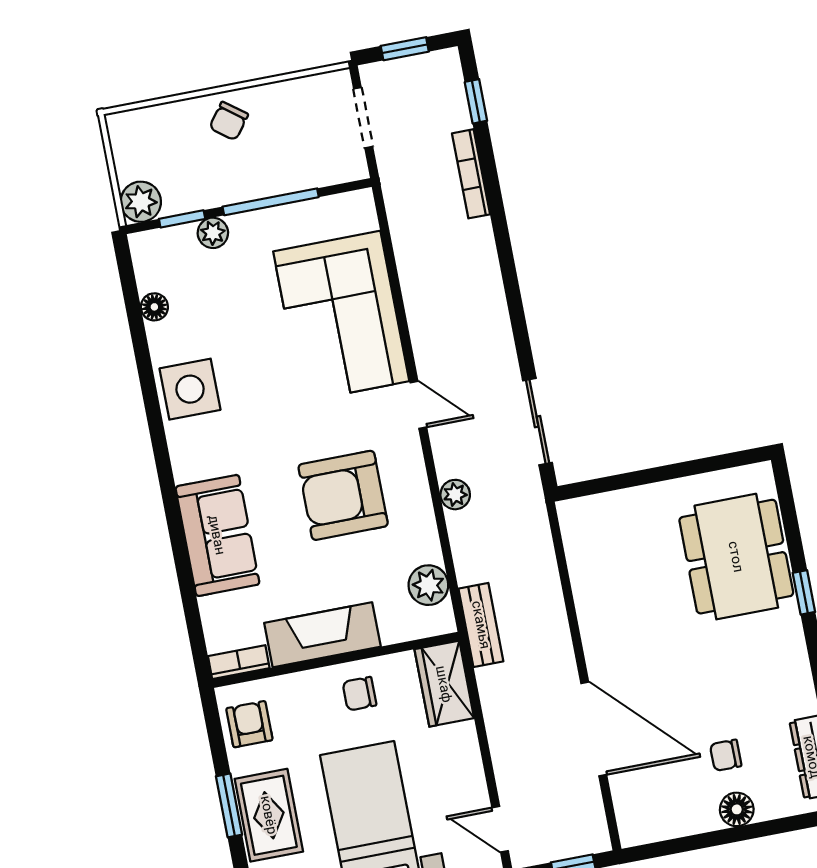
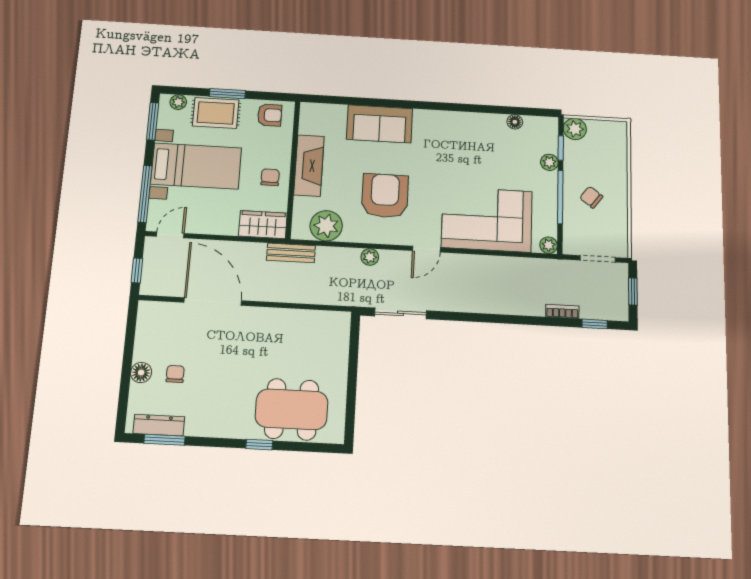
chair: (229, 121) -> (591, 197), moved
bookcase: (471, 174) -> (562, 311), width x0.64
plant: (360, 204) -> (549, 245), added
side table: (190, 389) -> (465, 129), removed
plant: (428, 585) -> (326, 226), width x1.36, depth x1.36
bookcase: (239, 662) -> (306, 118), removed
door: (594, 729) -> (213, 302), swing flipped

